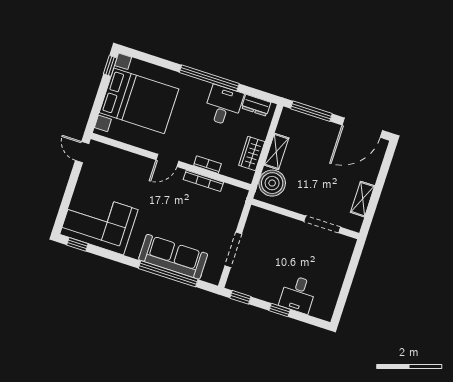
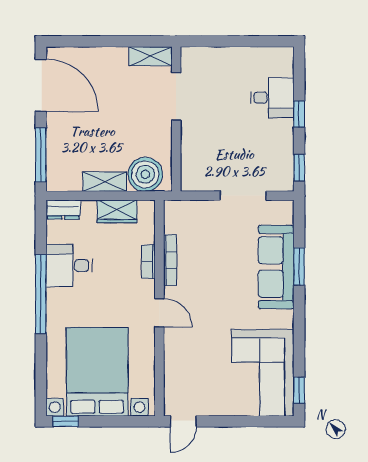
dresser: (256, 105) -> (63, 210), moved, turned 90
shelving: (363, 199) -> (151, 56), moved
window: (168, 274) -> (299, 266), width x0.47

